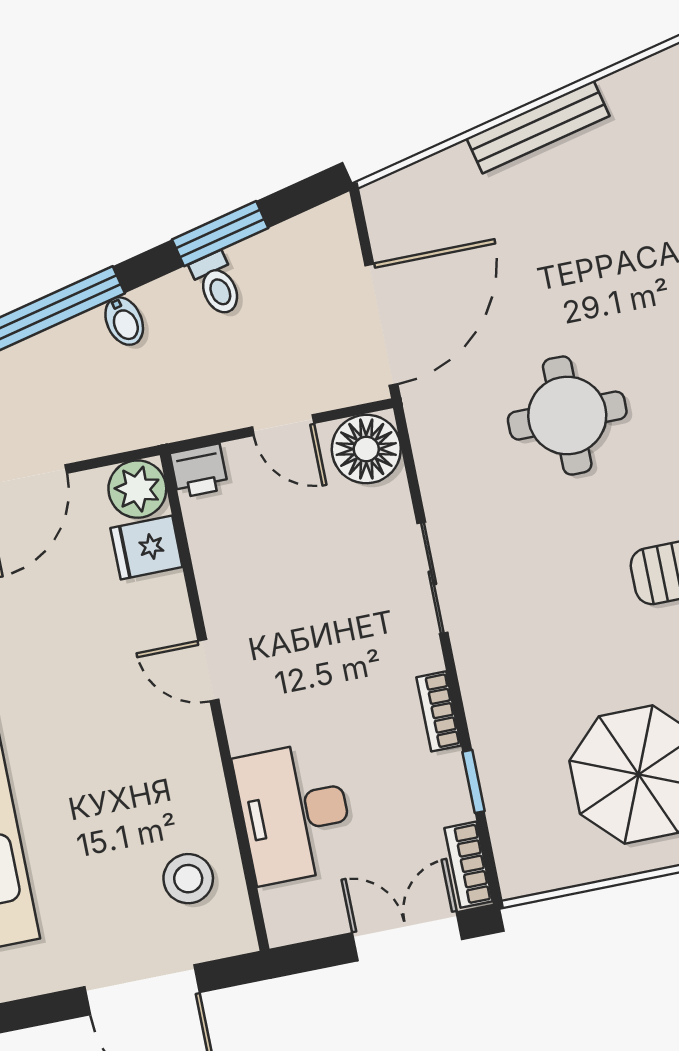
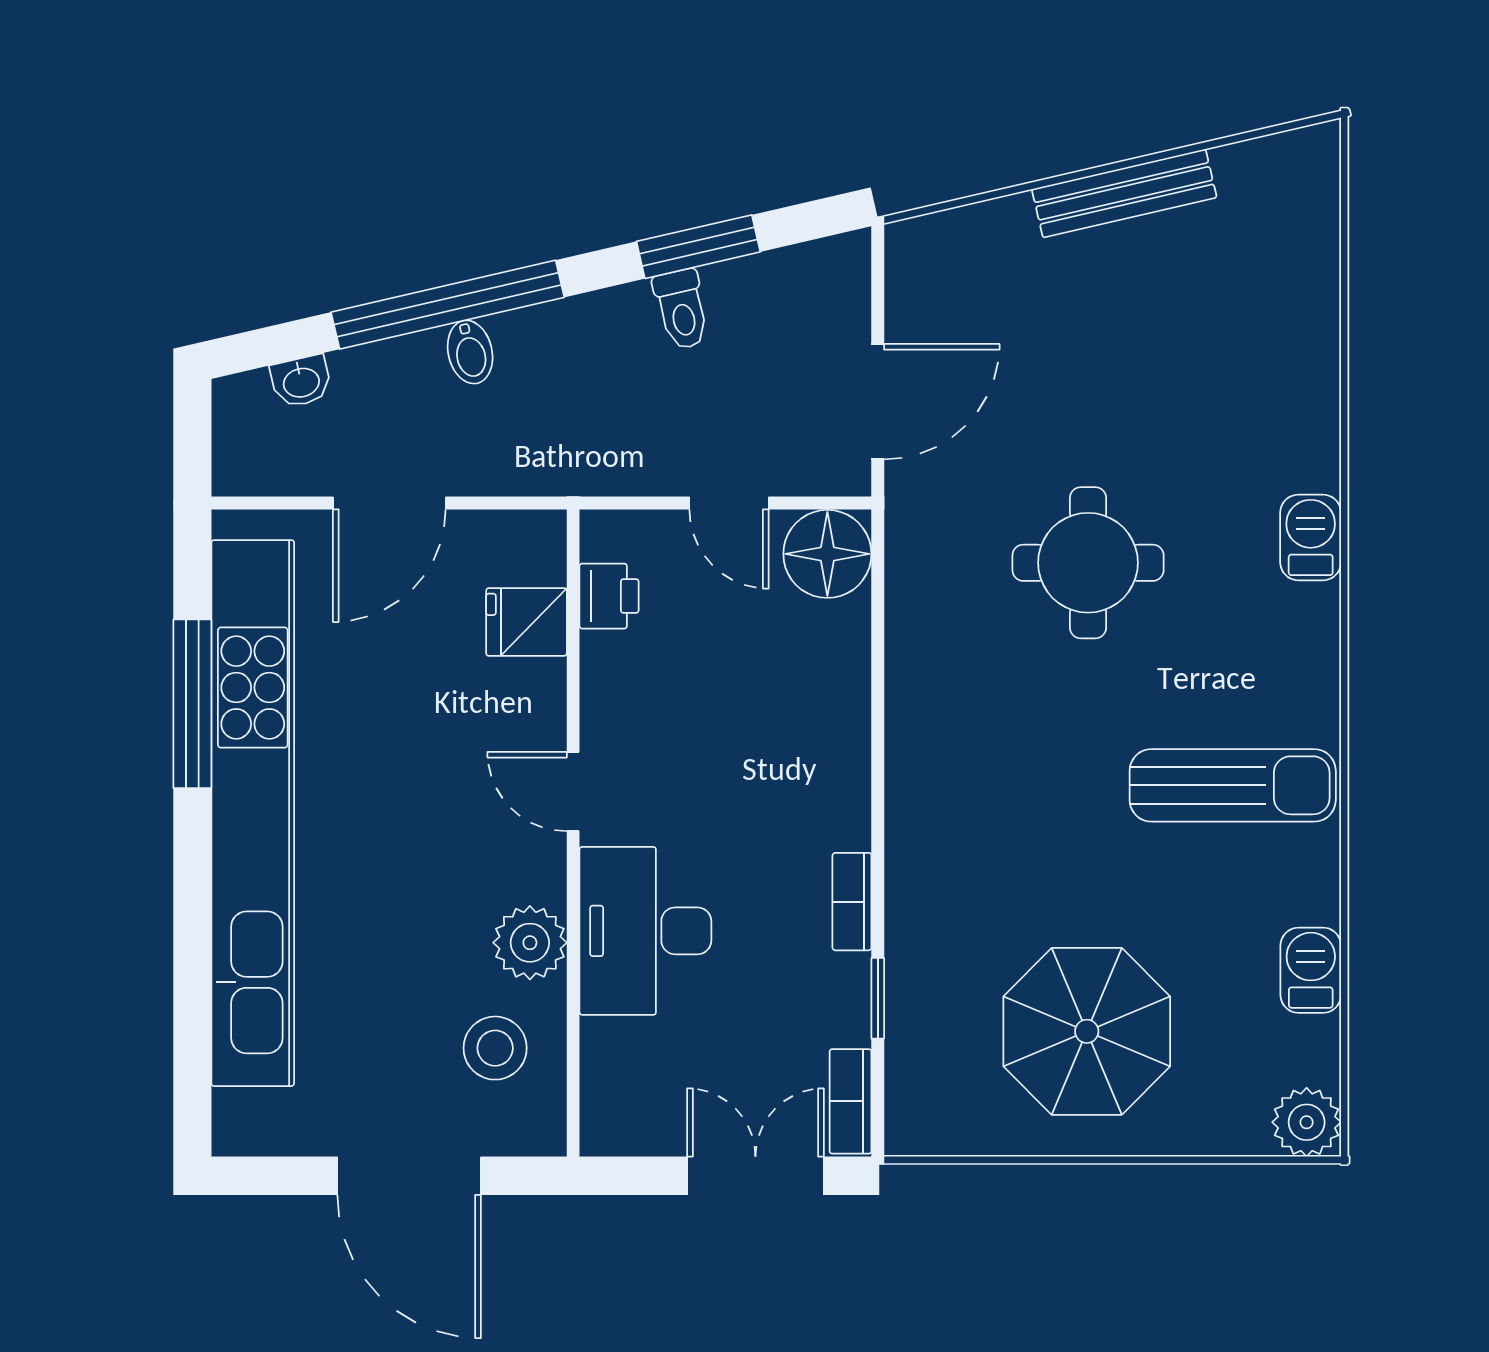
bidet: (124, 321) -> (470, 352), moved
door: (381, 325) -> (878, 402), width x0.73
printer: (199, 471) -> (609, 596), moved, turned -90
plant: (137, 489) -> (530, 943), moved
sliding door: (432, 578) -> (878, 732), removed
desk: (295, 813) -> (645, 931), moved

